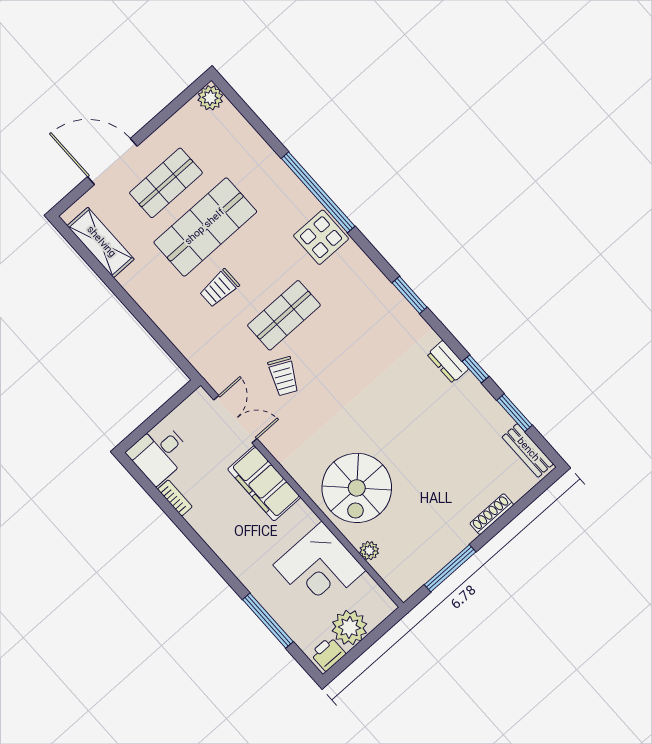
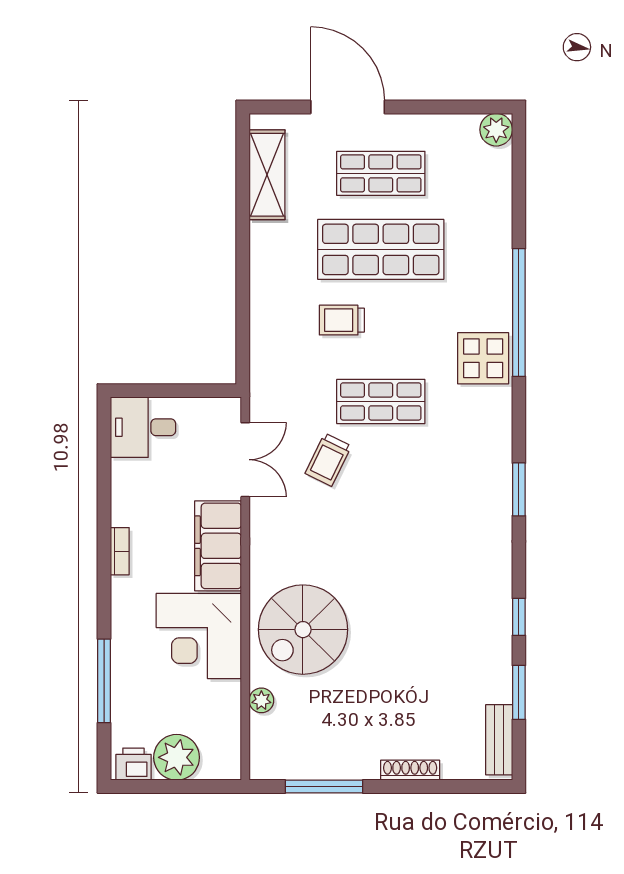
dresser: (448, 362) -> (498, 586), removed
bookcase: (175, 498) -> (120, 551), moved
corner desk: (319, 568) -> (199, 636), moved

